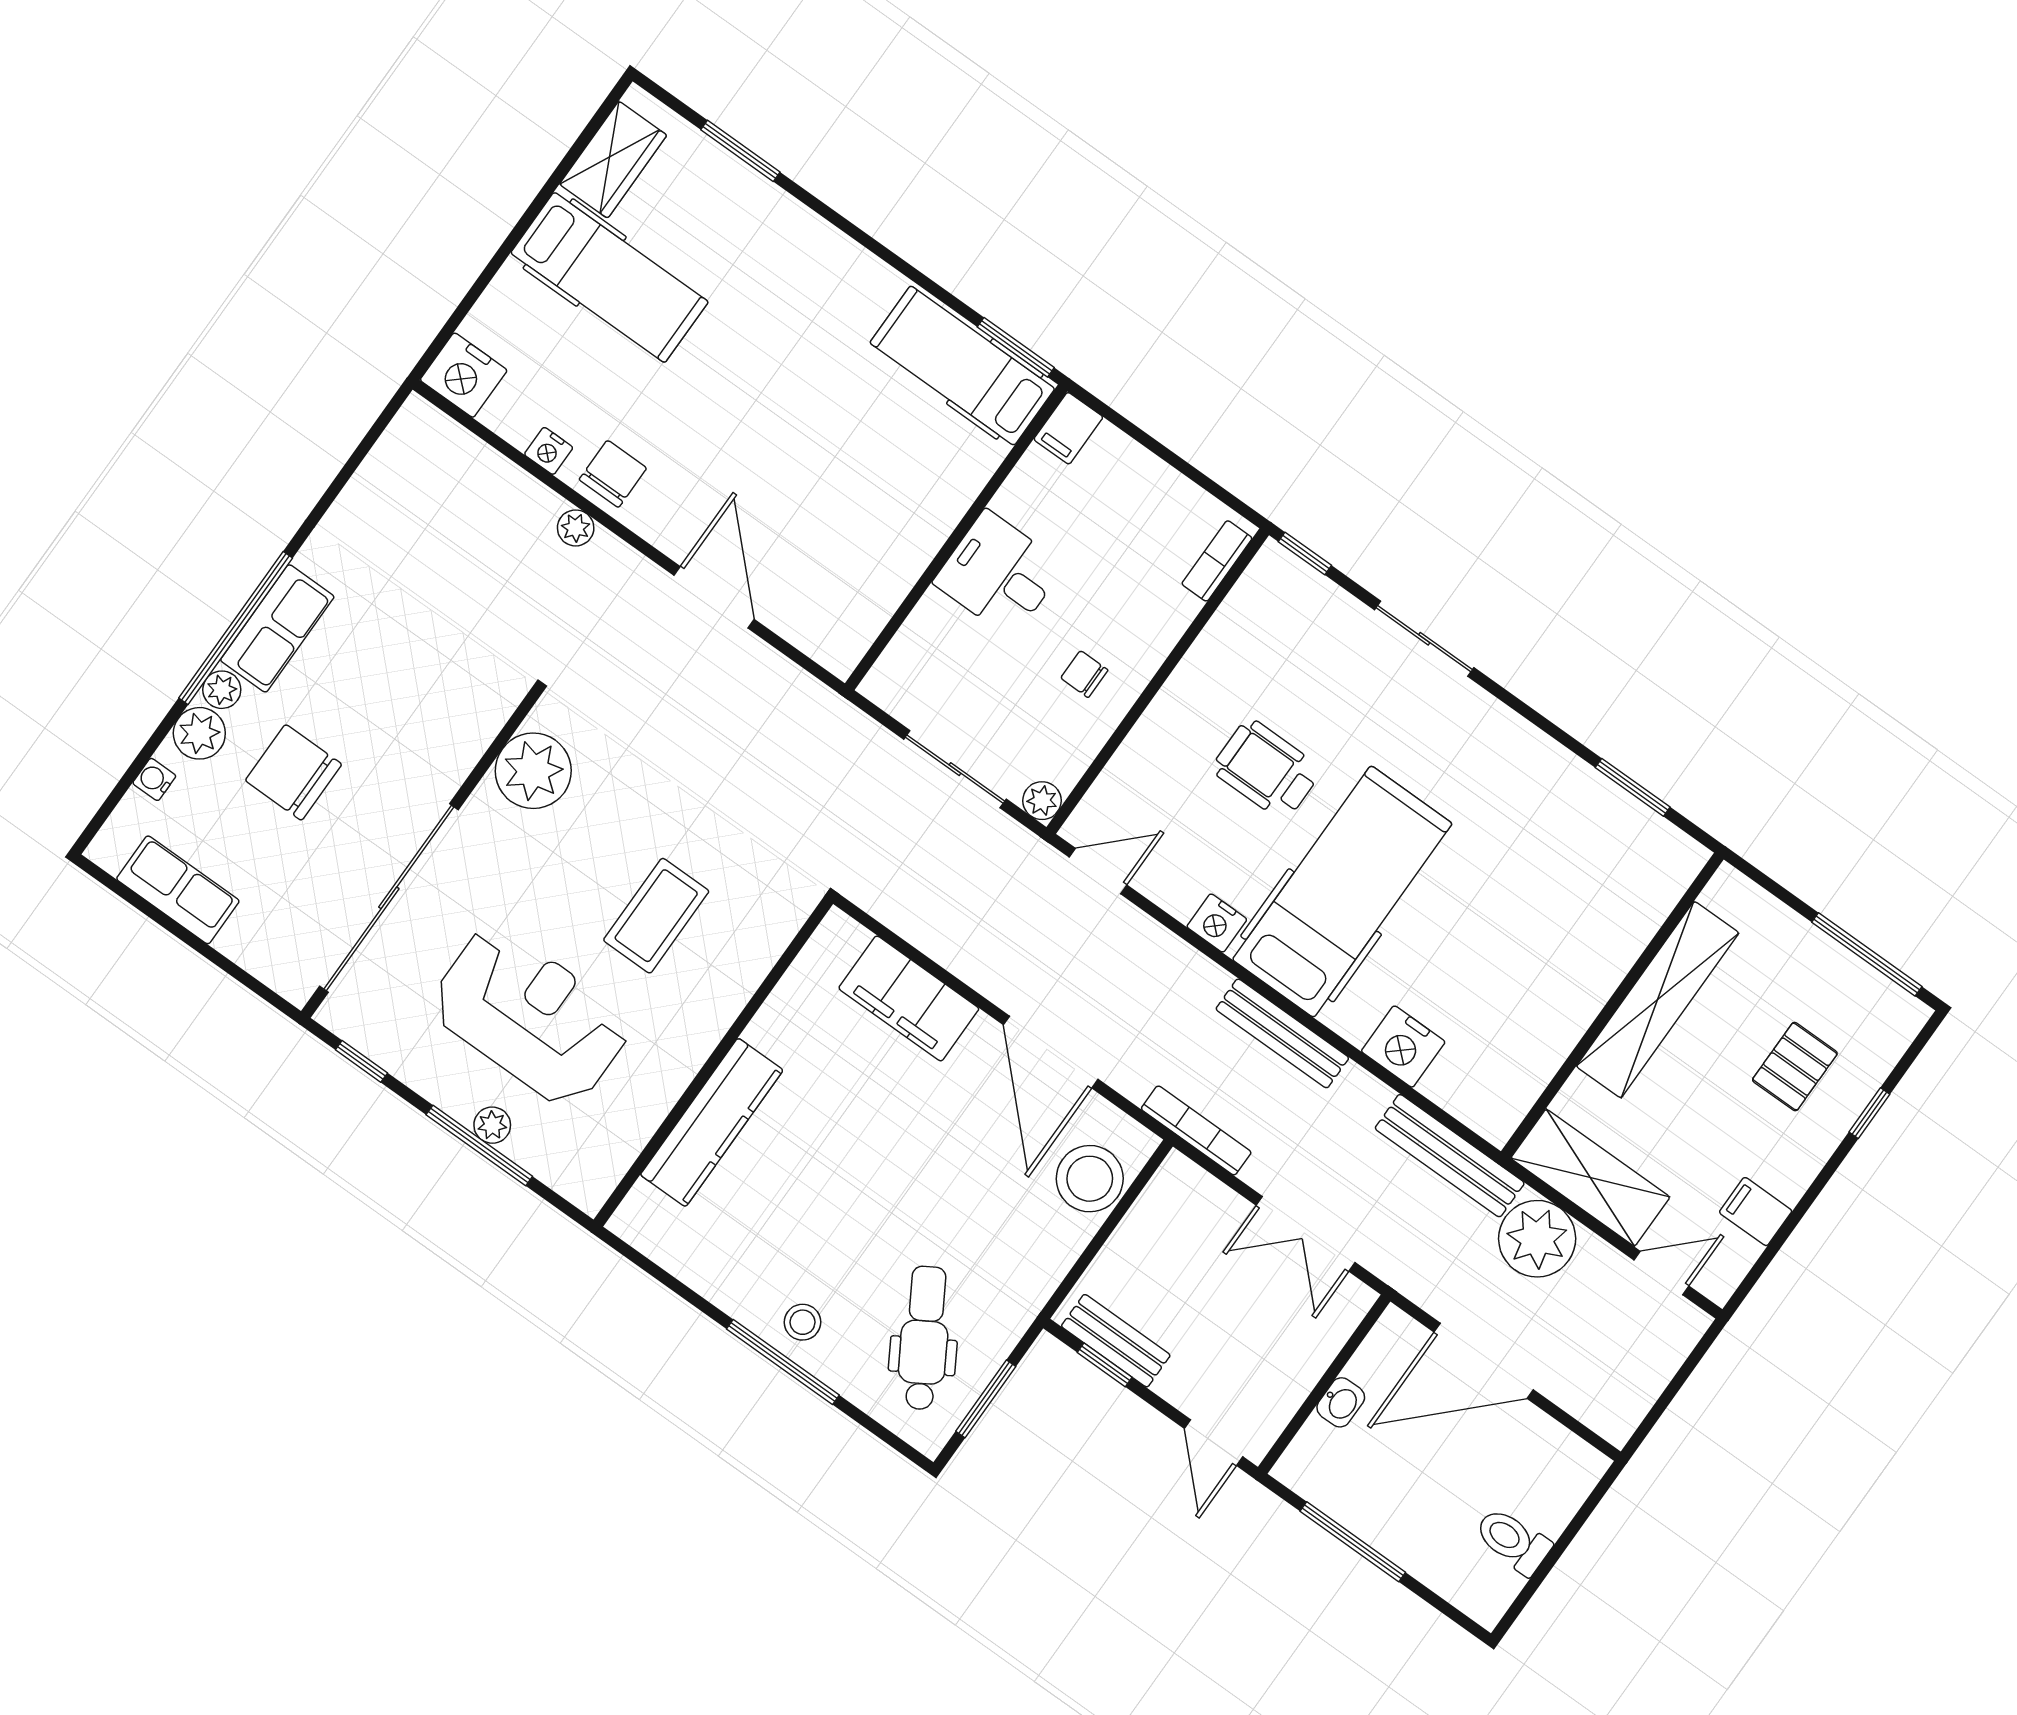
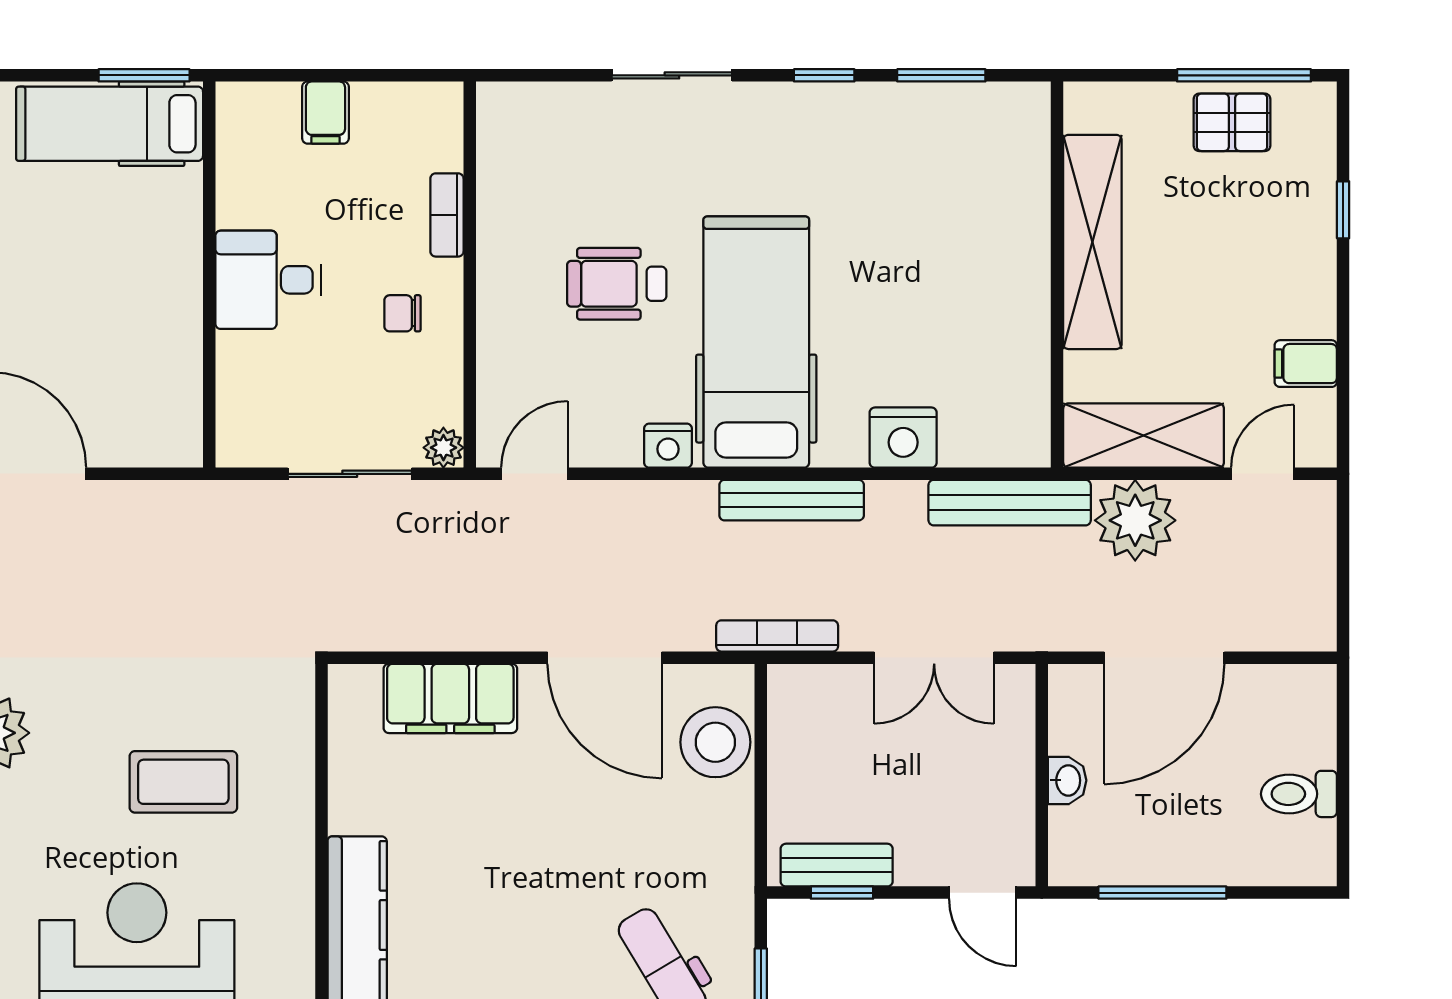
filing cabinet: (1068, 428) -> (325, 113), moved
window: (1305, 554) -> (824, 75), moved
bookcase: (1217, 561) -> (447, 215), moved
coffee table: (656, 916) -> (183, 782), turned 90
pallet: (1795, 1067) -> (1232, 122), moved, turned 90

